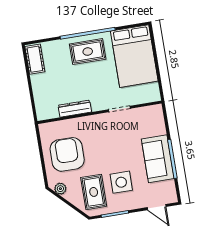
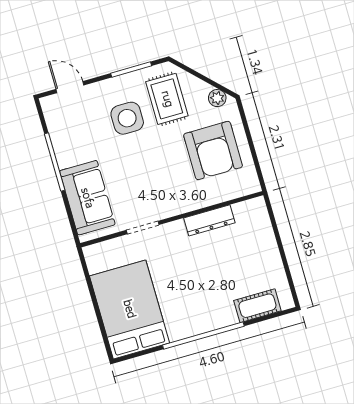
rug: (88, 52) -> (200, 308), removed
cot: (35, 59) -> (257, 306), moved, turned 90
sofa: (158, 159) -> (87, 198), moved

